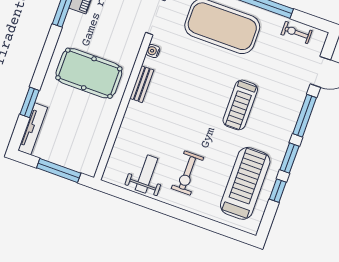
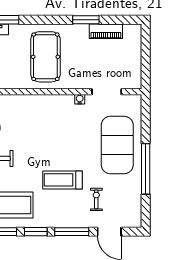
exercise bike: (297, 33) -> (96, 199), moved
bench: (142, 84) -> (52, 100), removed

